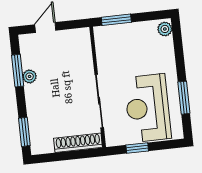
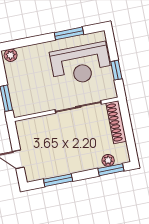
plant: (30, 76) -> (108, 160), moved

